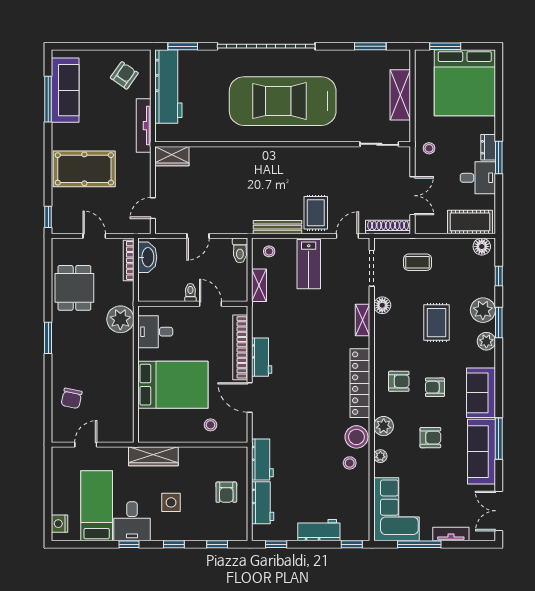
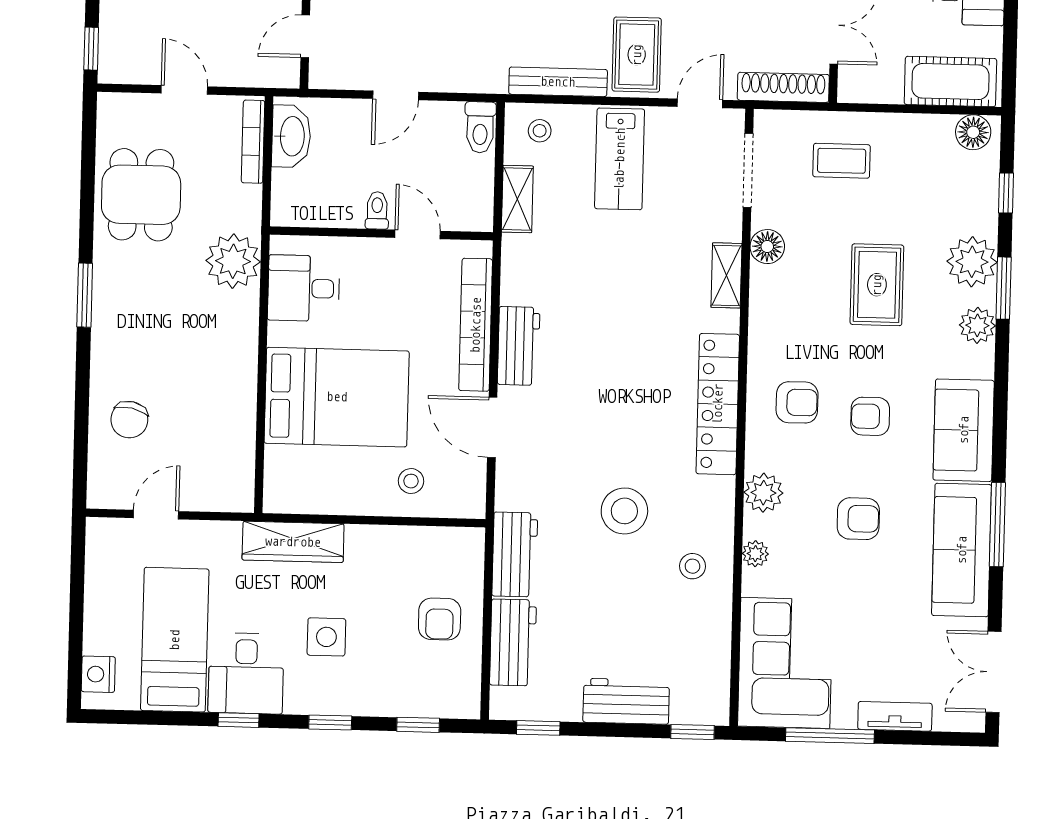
stool: (356, 437) -> (624, 511), moved

